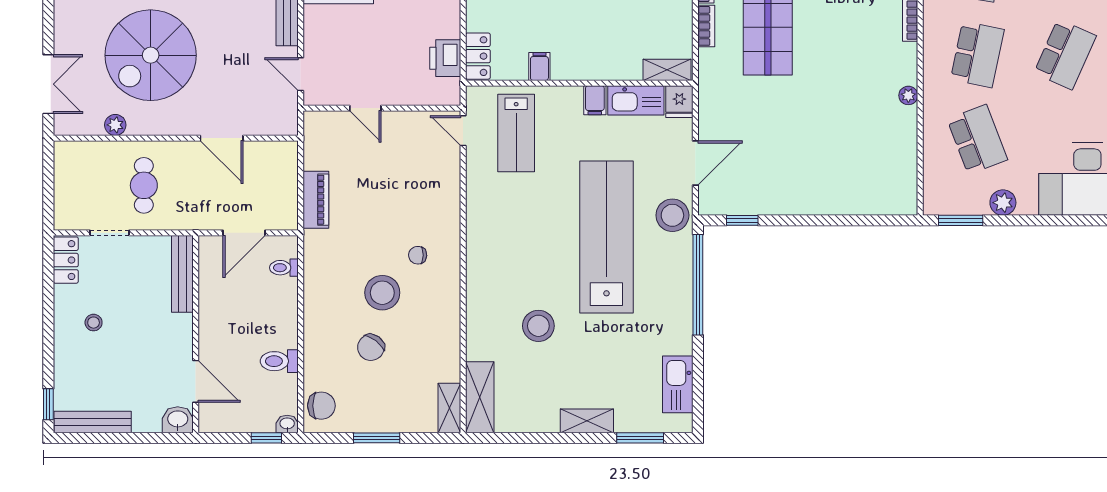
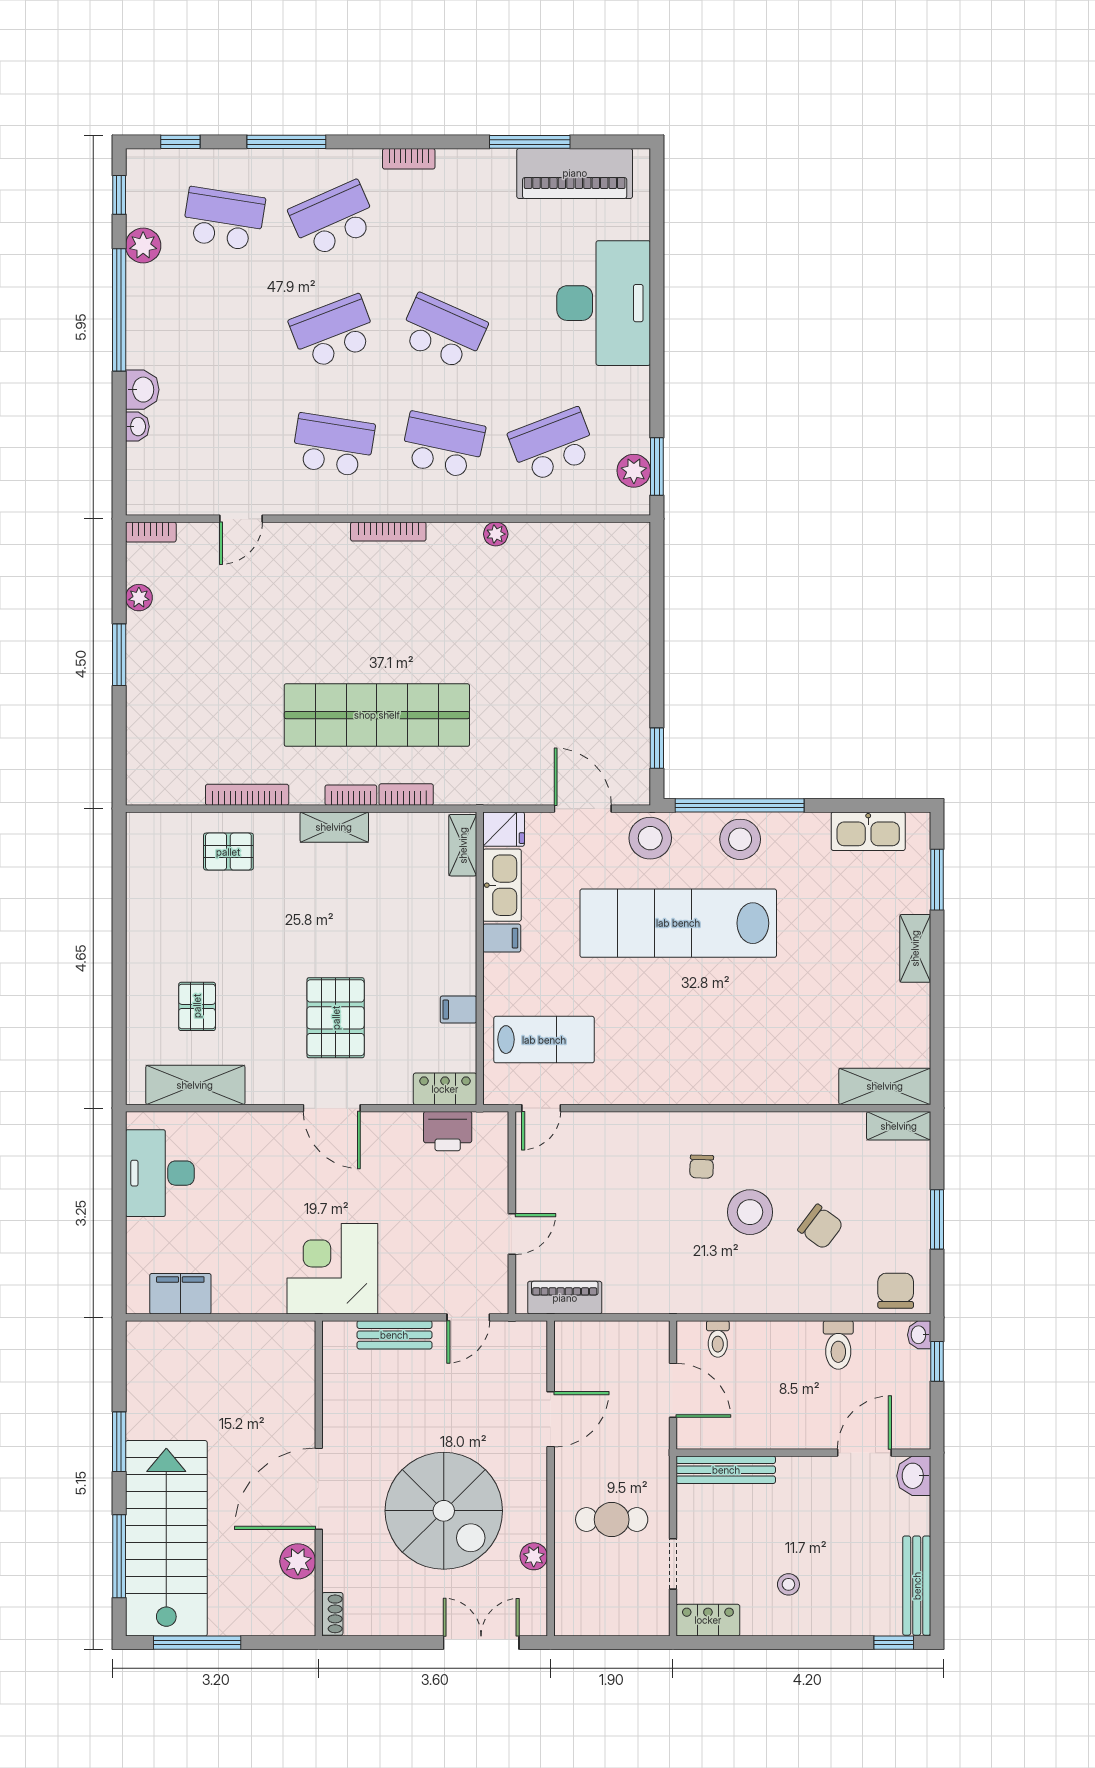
piano: (316, 200) -> (565, 1298), moved
plant: (1003, 203) -> (634, 471), moved
stool: (538, 326) -> (740, 839), moved

